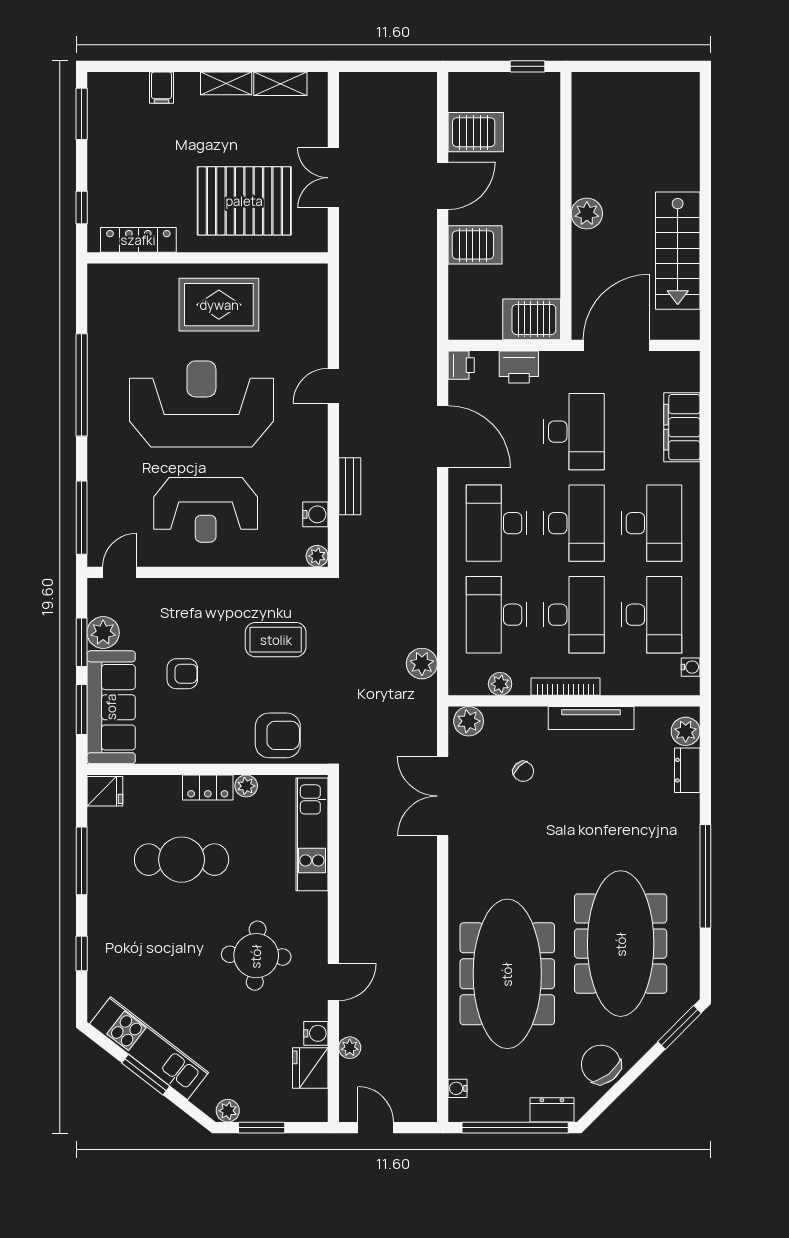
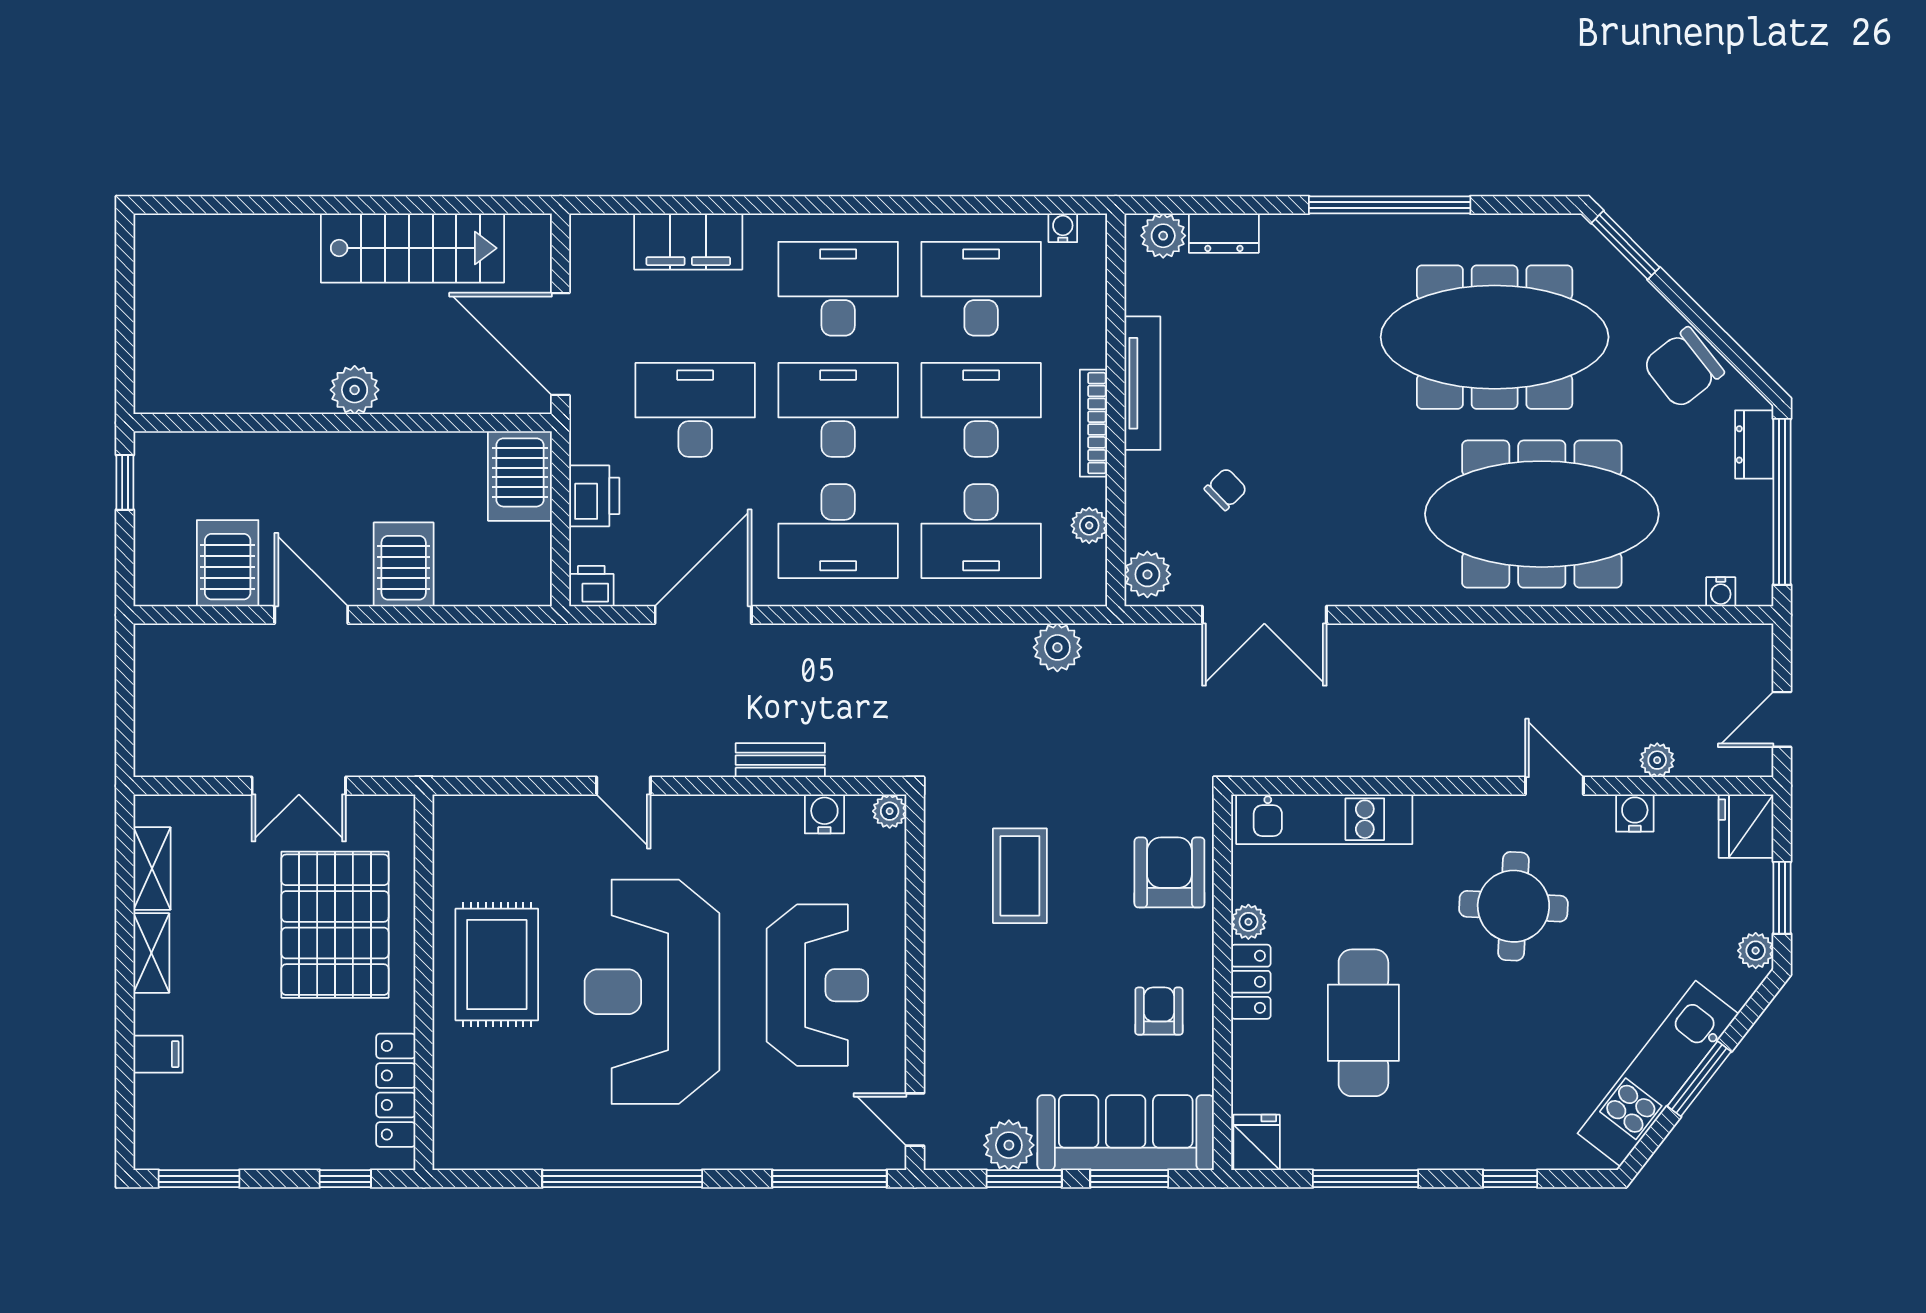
armchair: (182, 674) -> (1159, 1011), moved
fridge: (310, 1068) -> (1746, 826), moved, turned 90

